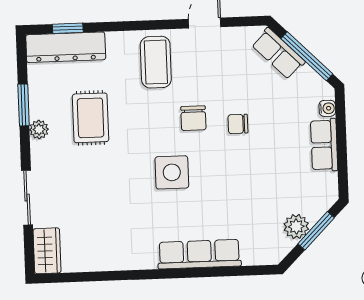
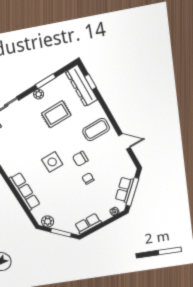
row of seats: (278, 53) -> (124, 190), moved
row of seats: (324, 145) -> (88, 224), moved
plant: (296, 227) -> (48, 221), moved

